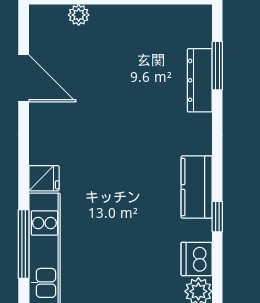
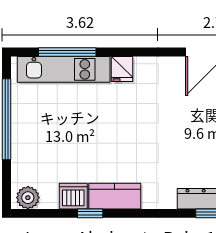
dishwasher: (197, 259) -> (73, 196), moved

